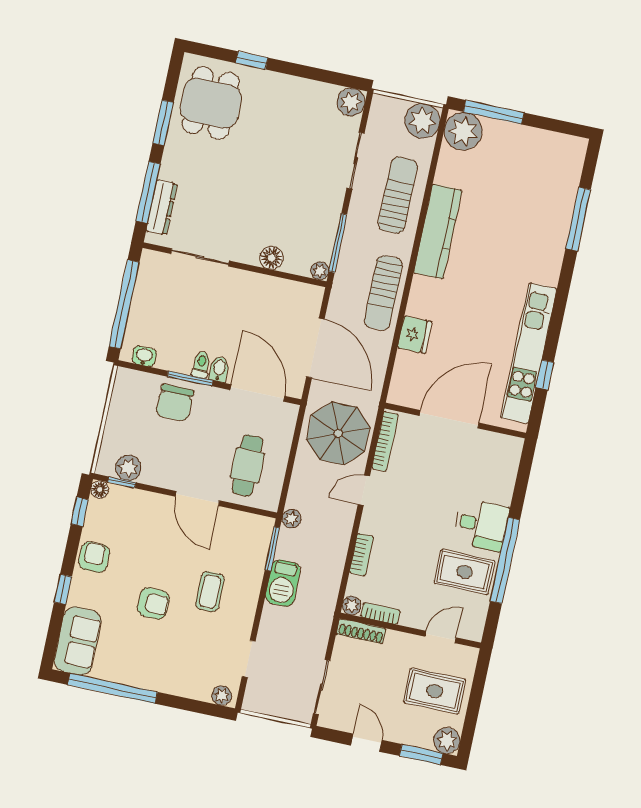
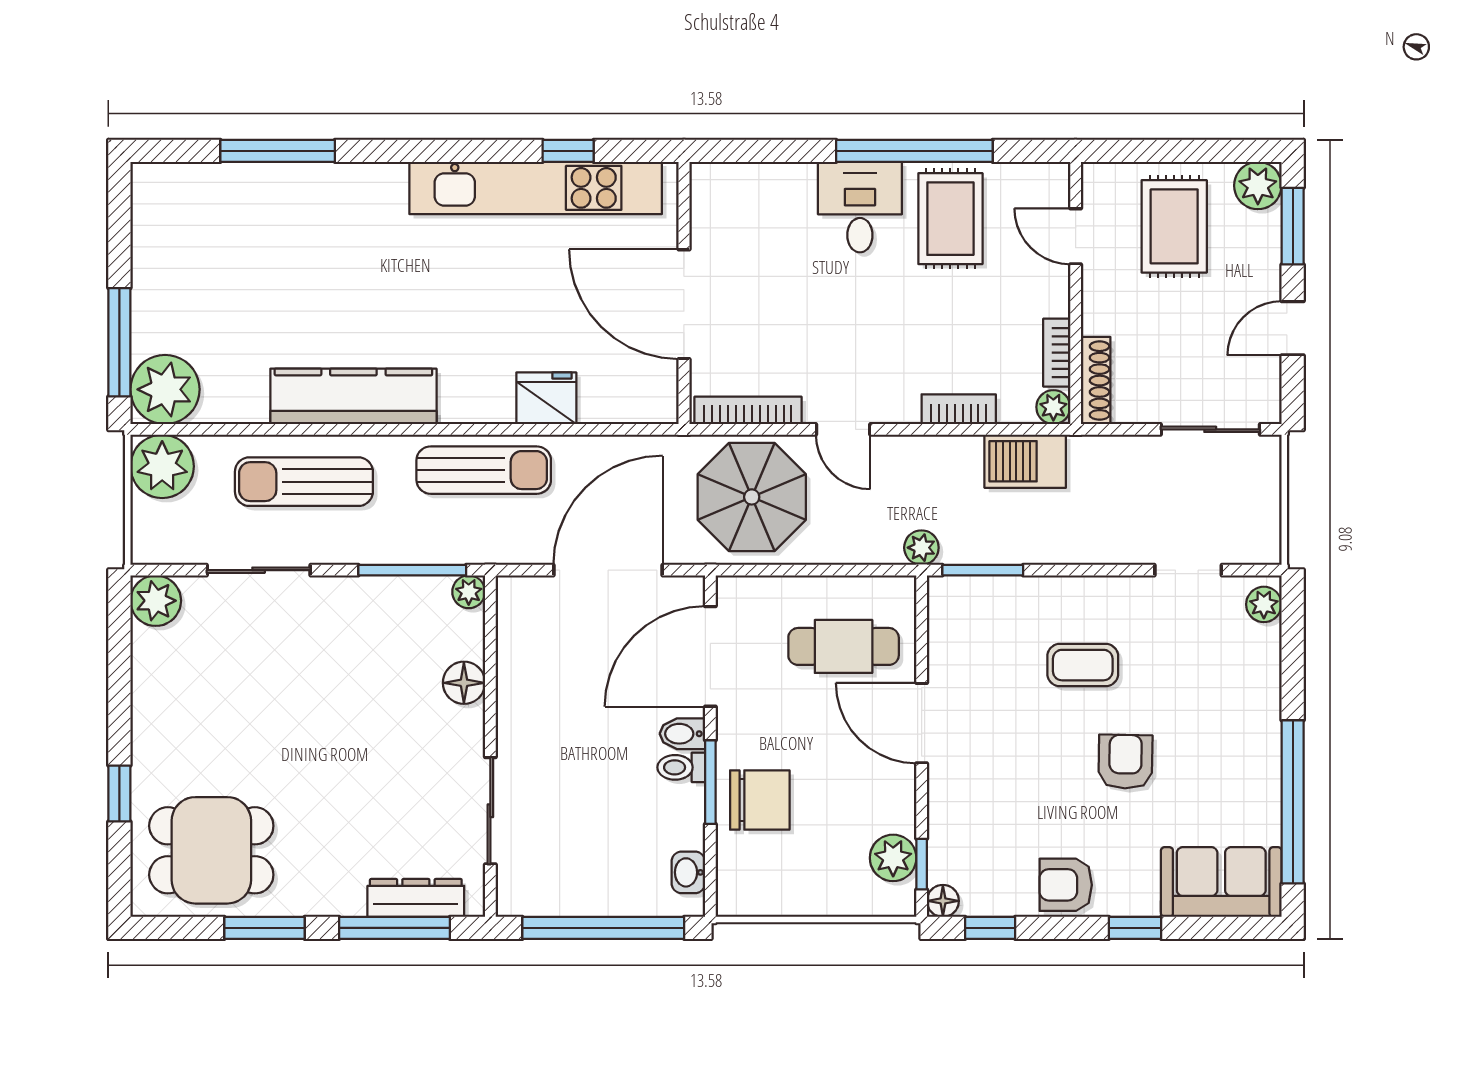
door: (197, 499) -> (922, 723), swing flipped
barbecue: (283, 583) -> (1025, 461), moved, turned 180

